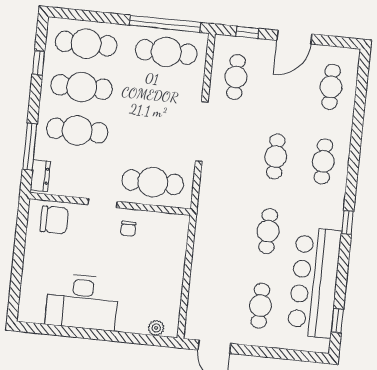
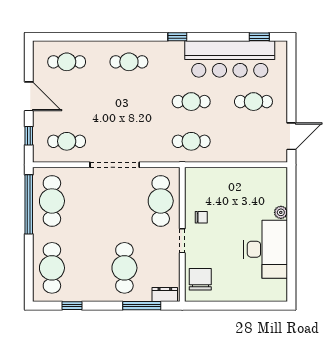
cafe table: (82, 87) -> (88, 268), removed
cafe table: (276, 156) -> (191, 141), moved
plant: (156, 328) -> (281, 212), moved

